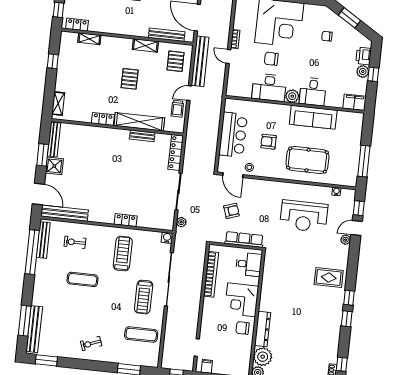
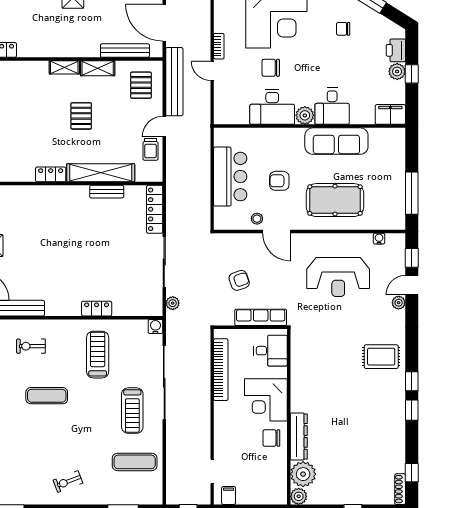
shelving: (89, 39) -> (64, 67), moved
door: (233, 175) -> (276, 231), moved

